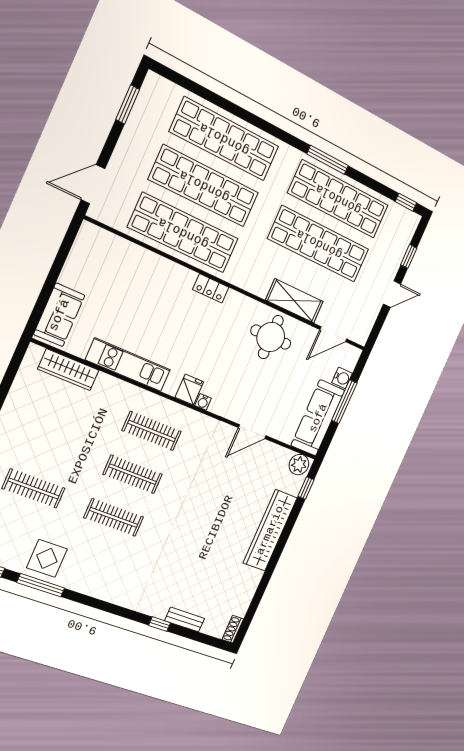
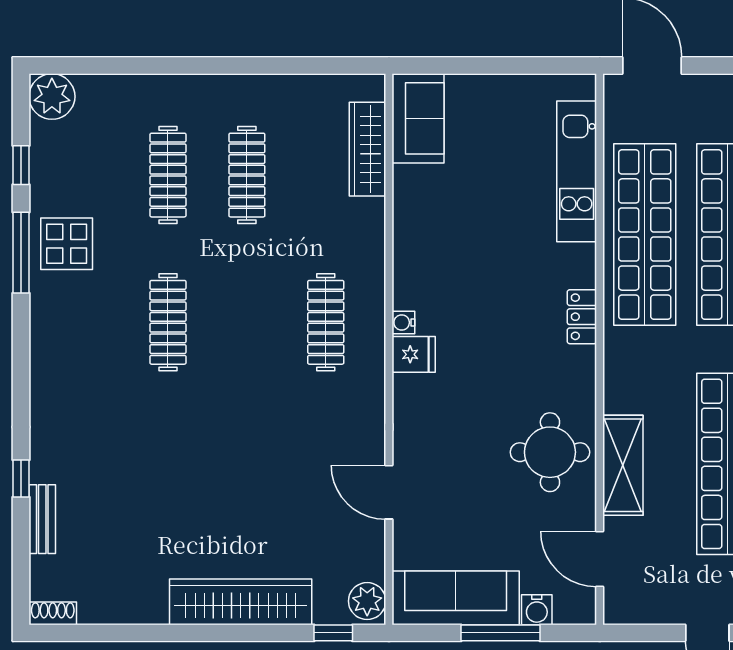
sofa: (59, 315) -> (418, 118), moved, turned -90
kitchen unit: (128, 365) -> (577, 171), moved, turned 180
water cooler: (203, 402) -> (403, 323), moved
clothes rail: (133, 474) -> (247, 175), moved

